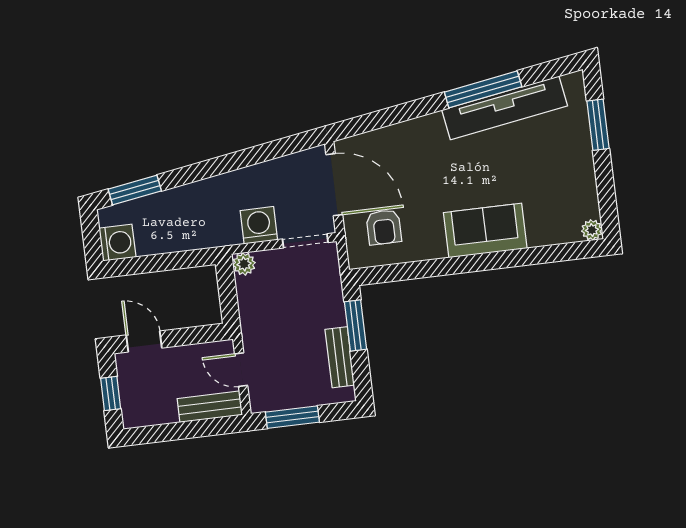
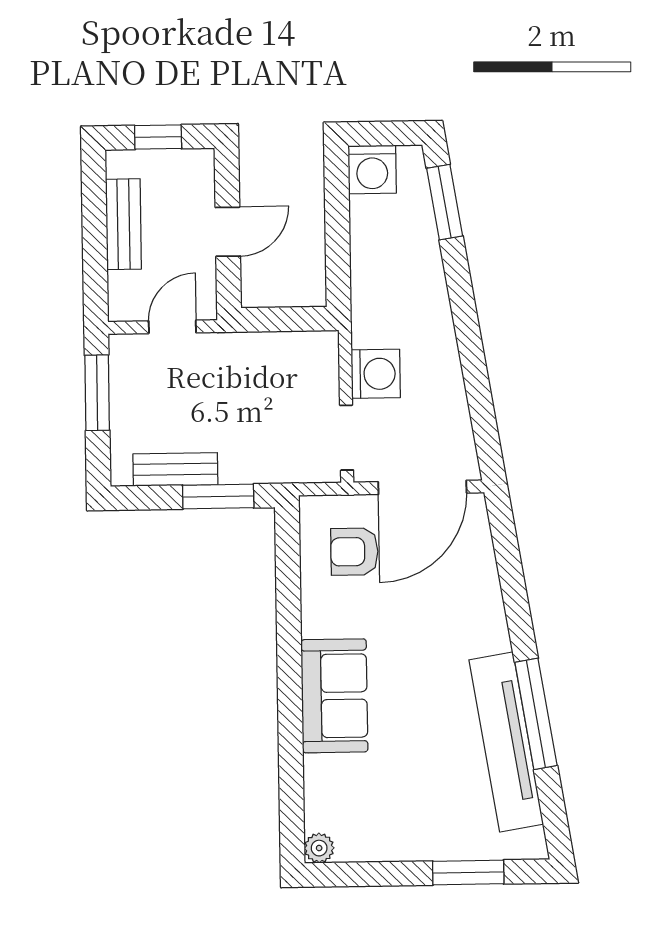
plant: (244, 264) -> (323, 347), removed
door: (144, 341) -> (228, 232), moved
bench: (210, 407) -> (123, 224), moved

